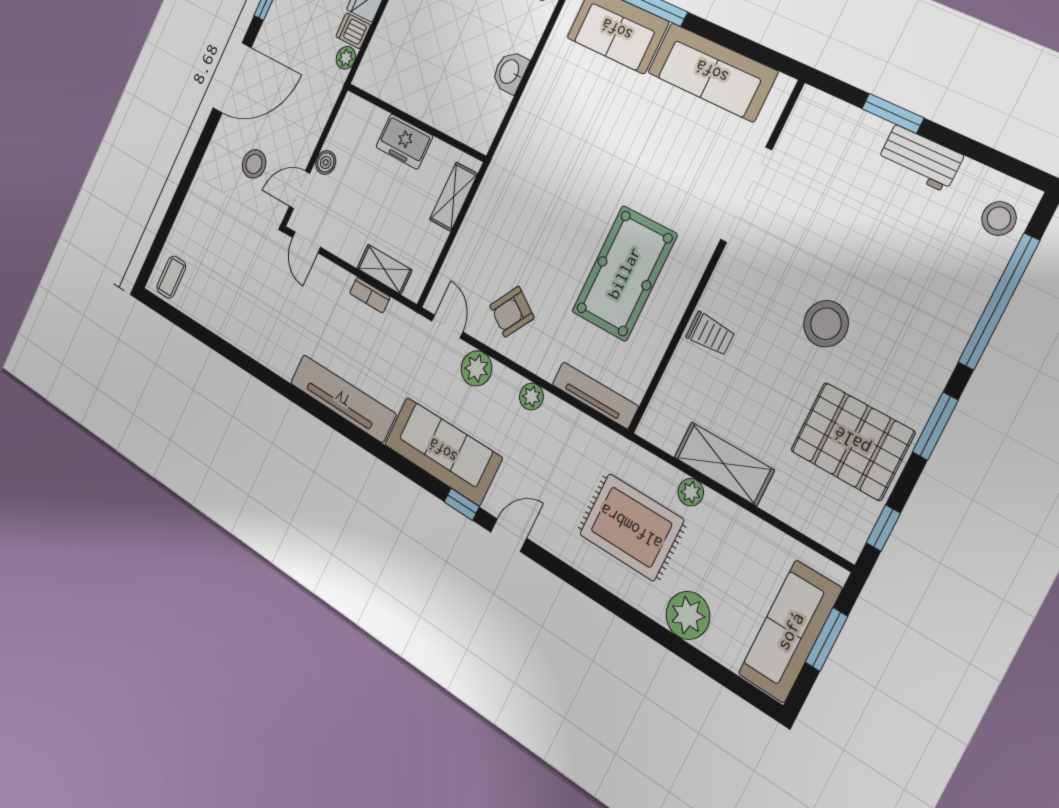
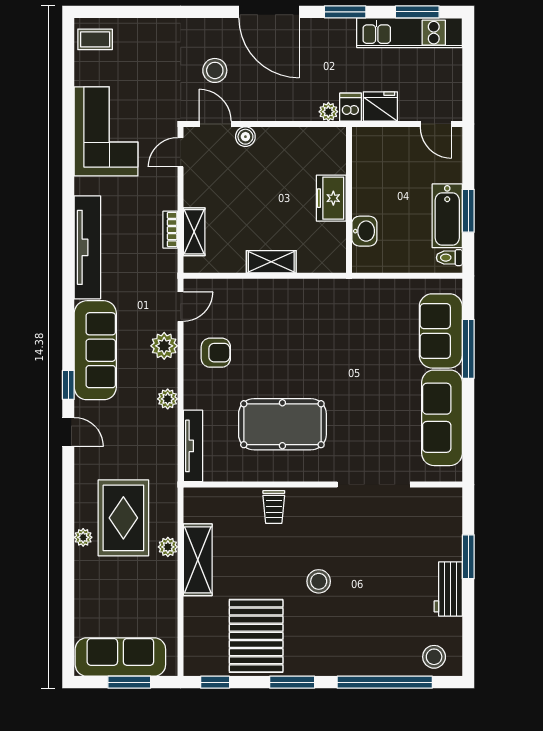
washbasin: (510, 72) -> (364, 231), moved, turned 90
wall: (415, 122) -> (349, 200), moved
freezer: (404, 142) -> (331, 198), moved
armchair: (512, 312) -> (216, 353), turned 147
corner sofa: (251, 313) -> (106, 131), added
stool: (826, 324) -> (319, 581), width x0.73, depth x0.73
plant: (688, 615) -> (83, 537), moved, width x0.53, depth x0.53

